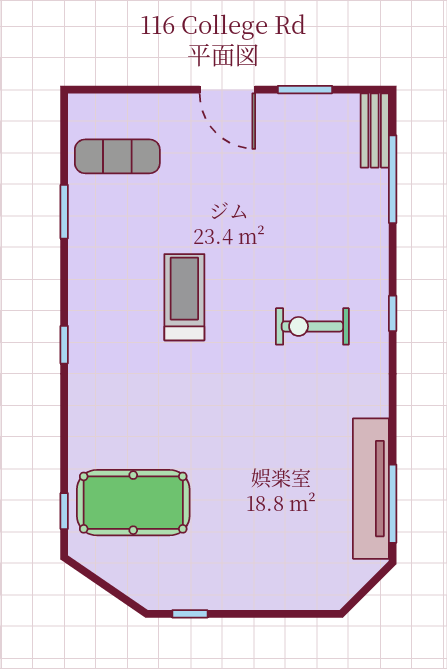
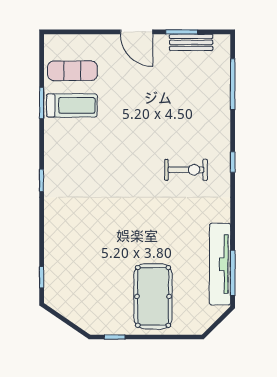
bench: (375, 130) -> (191, 42), moved, turned 90
treadmill: (184, 297) -> (72, 105), moved, turned 90
exercise bike: (312, 326) -> (186, 170), turned 180
pool table: (133, 503) -> (153, 296), moved, turned 90

